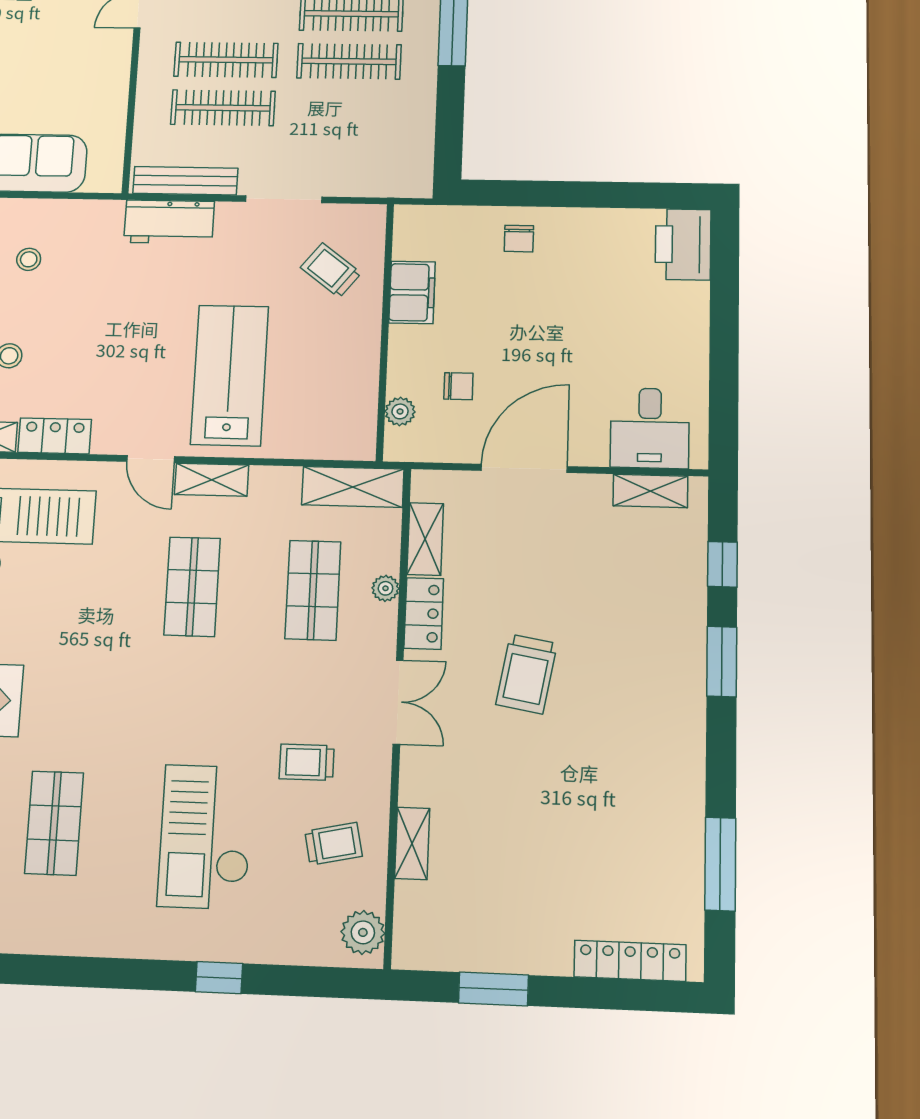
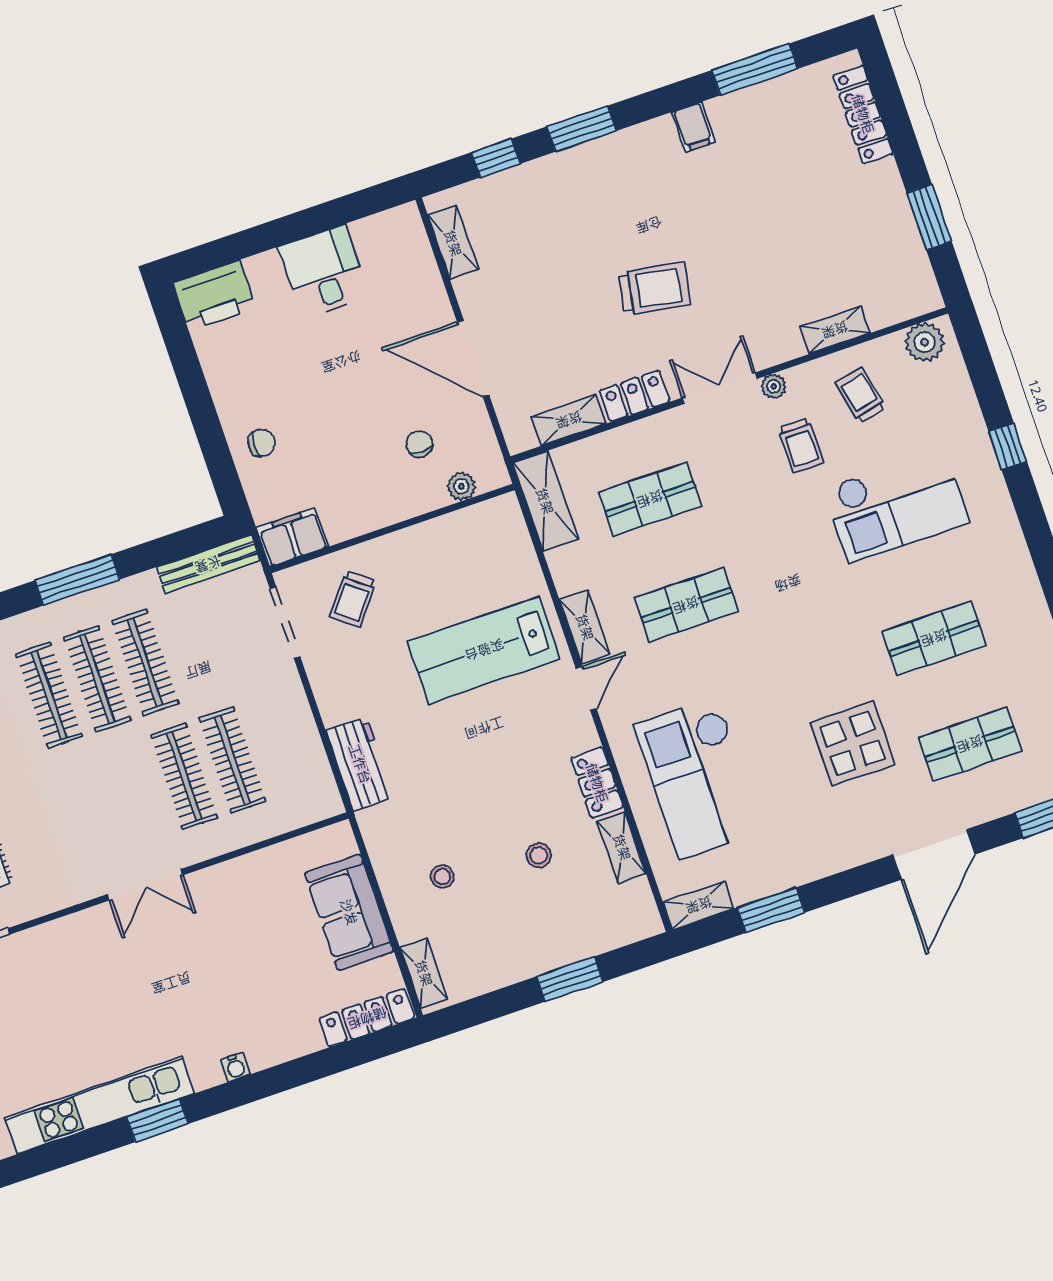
bench: (185, 181) -> (208, 564), moved, turned 90
doorway: (284, 199) -> (285, 623), moved
filing cabinet: (412, 292) -> (292, 537), moved
desk: (650, 428) -> (324, 272), moved, turned -90
plant: (385, 588) -> (774, 386), moved
filing cabinet: (682, 777) -> (693, 127), added

